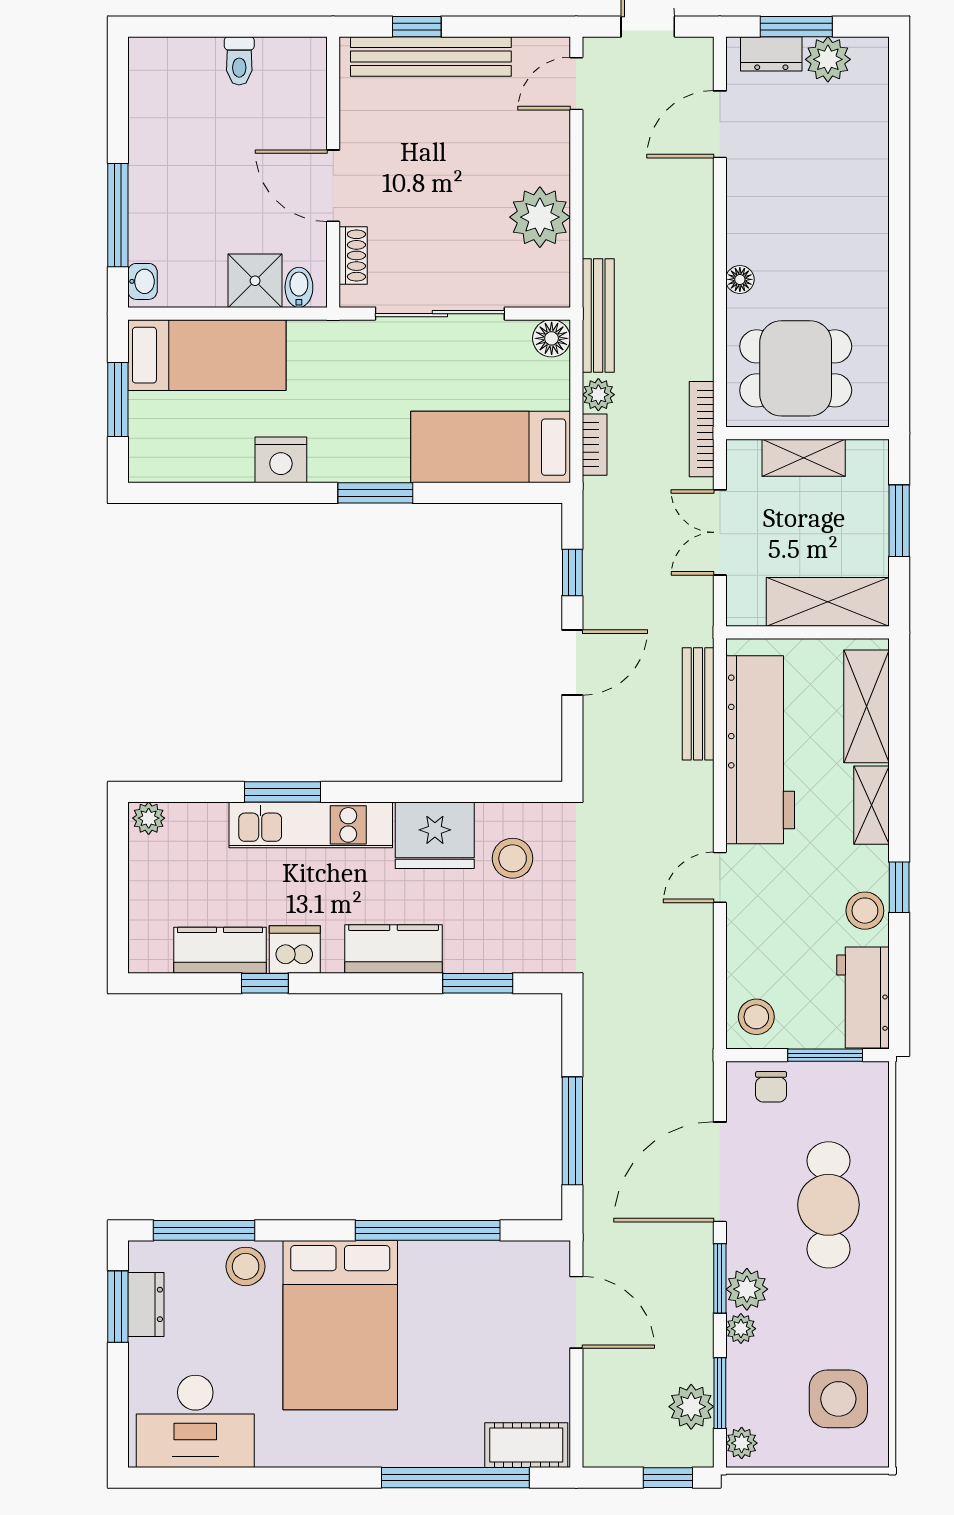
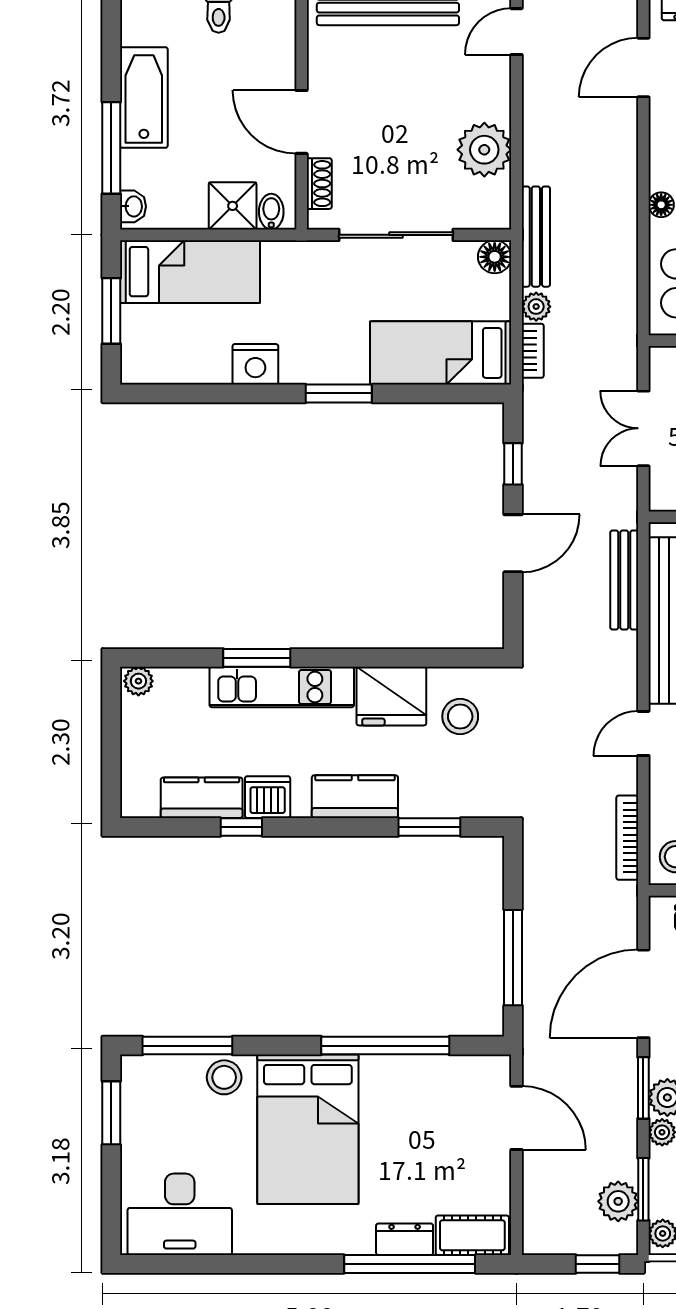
bathtub: (155, 158) -> (144, 98), added
bookcase: (702, 429) -> (627, 838), moved
dresser: (146, 1304) -> (405, 1239), moved, turned -90

